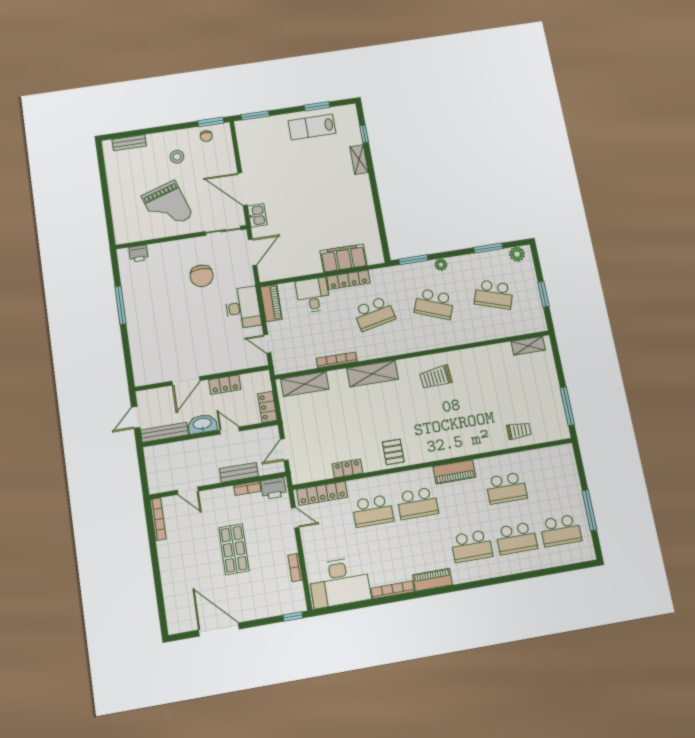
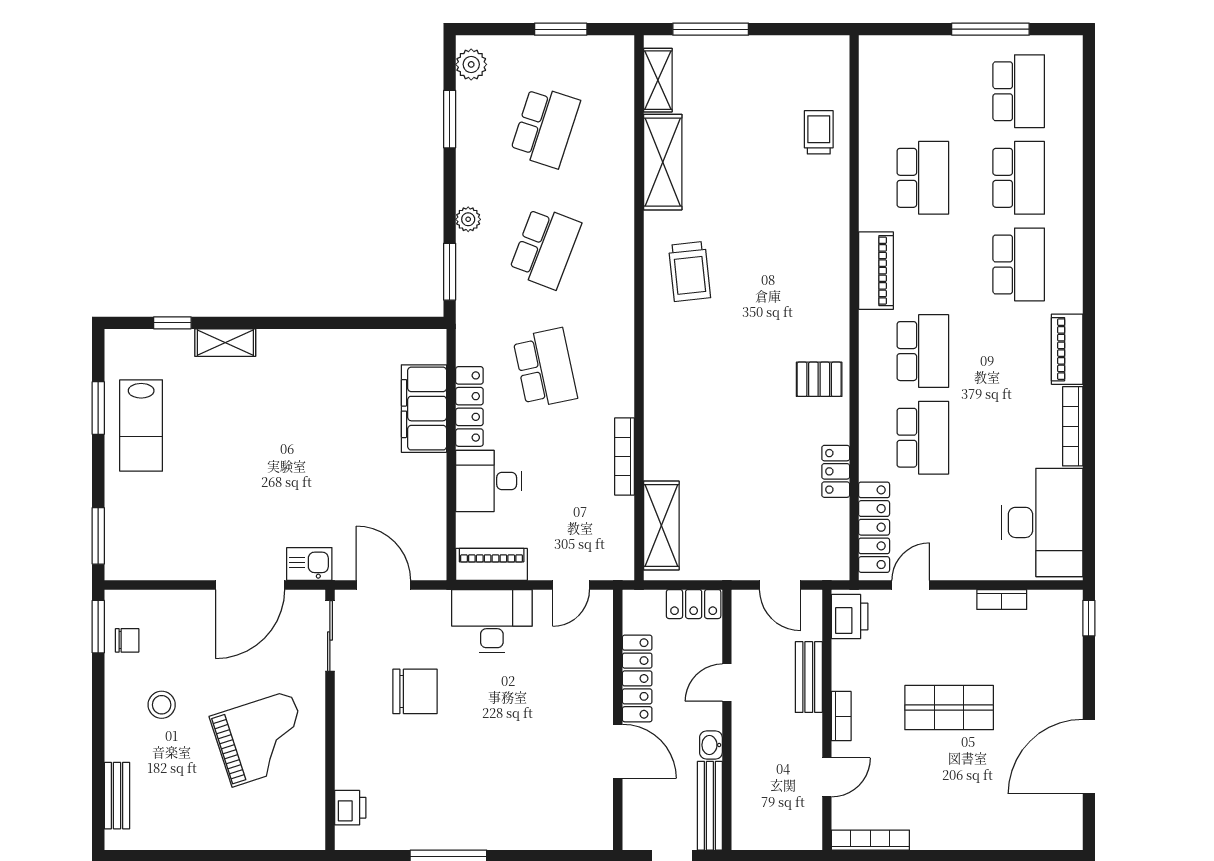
shelving: (373, 374) -> (663, 162), moved
locker: (225, 385) -> (637, 678), width x1.53
window: (567, 406) -> (711, 29), moved
washbasin: (202, 424) -> (711, 745), width x0.52, depth x0.69
bookcase: (247, 488) -> (841, 716), moved

